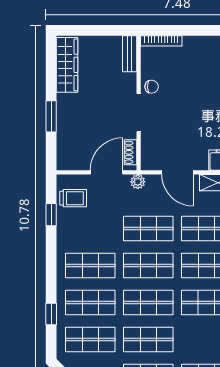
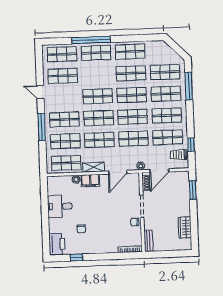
wardrobe: (67, 65) -> (185, 228), width x0.67
window: (51, 116) -> (193, 190), moved
door: (177, 172) -> (118, 172), swing flipped
shop shelf: (90, 228) -> (168, 137), added
window: (51, 314) -> (189, 86), width x2.17

